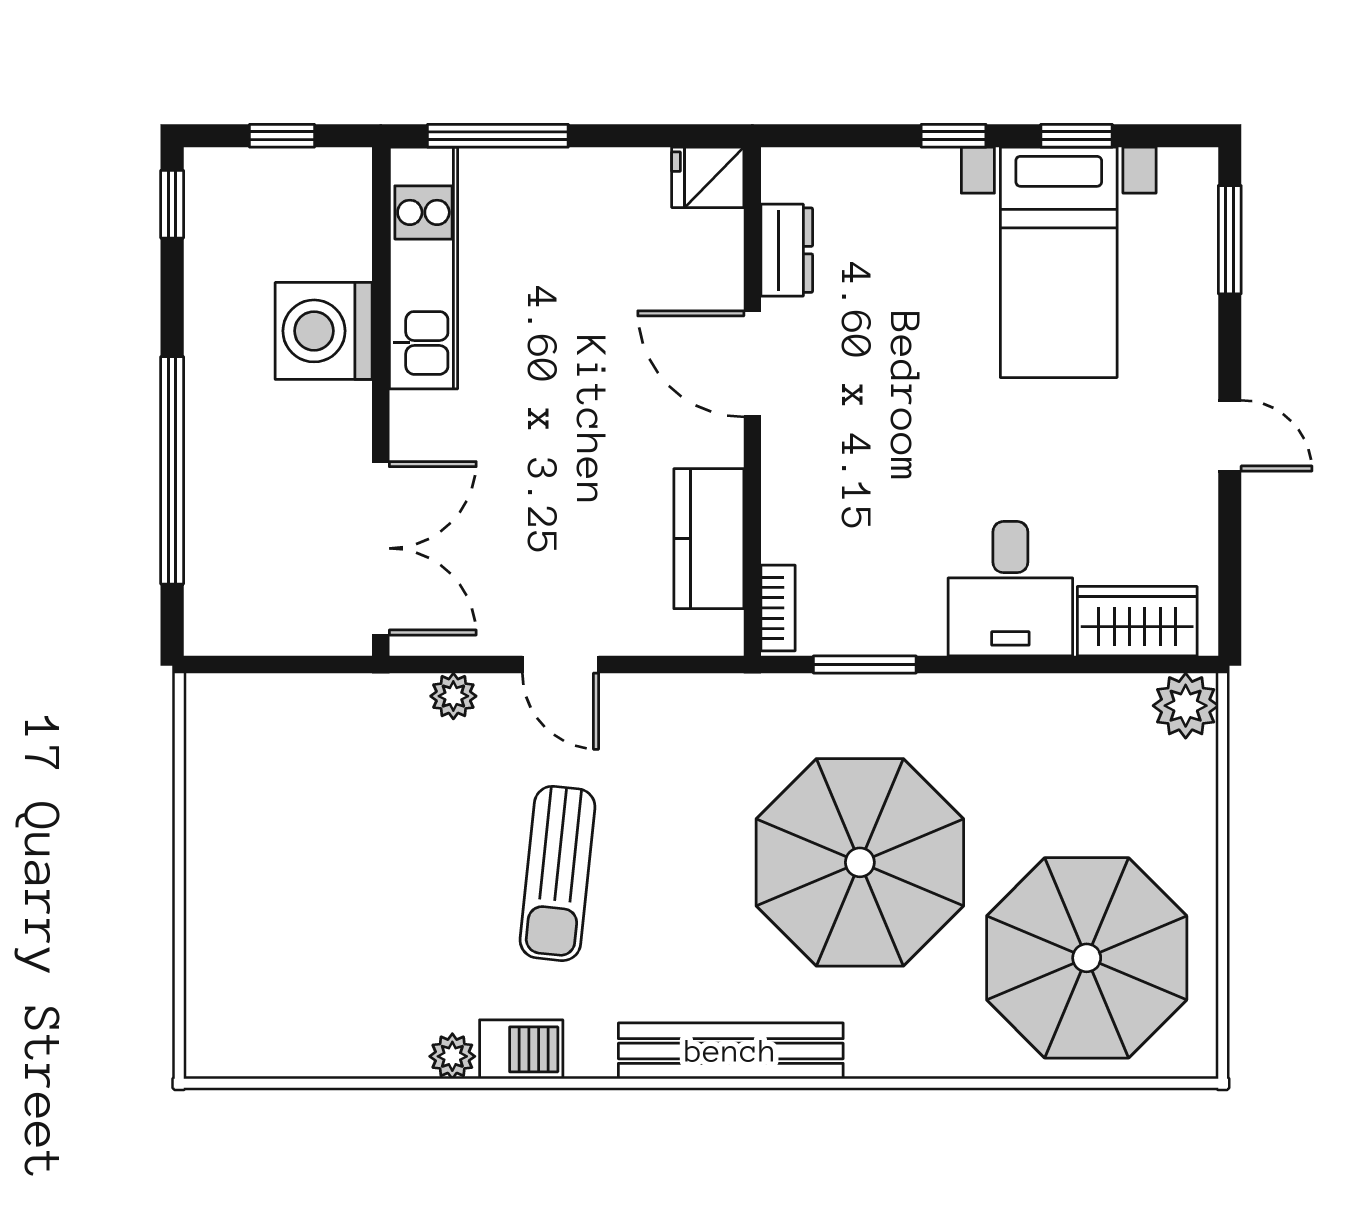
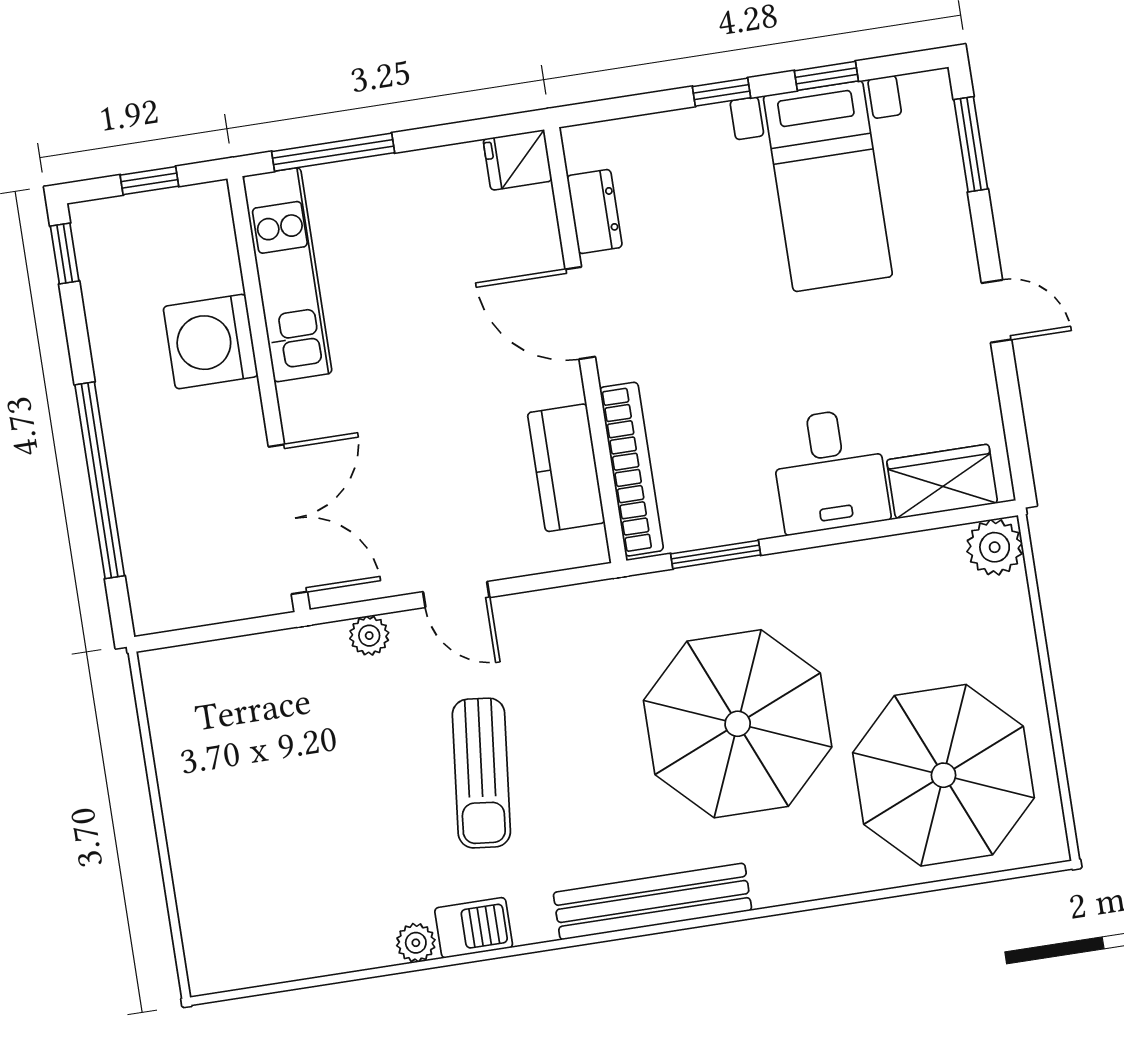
bookcase: (778, 608) -> (631, 469), width x2.31, depth x1.31

